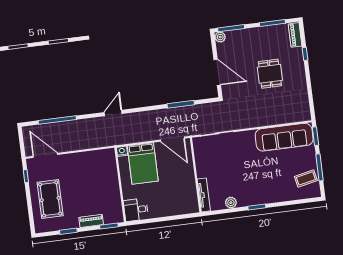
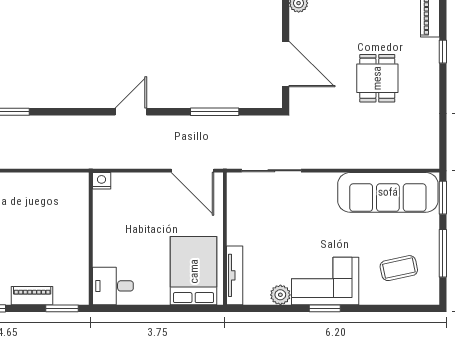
door: (113, 113) -> (131, 112), moved
bed: (143, 163) -> (194, 271), moved, turned 180
coffee table: (306, 178) -> (399, 268), moved
corner sofa: (255, 192) -> (325, 281), added

